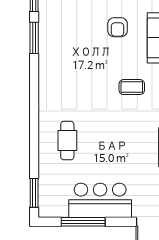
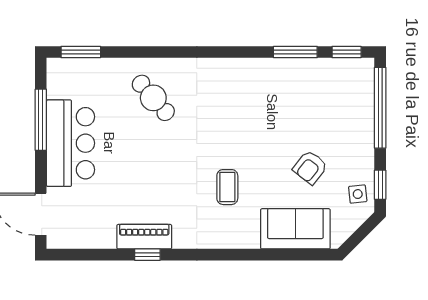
armchair: (118, 27) -> (310, 167), turned -52
cafe table: (67, 141) -> (153, 98), turned 49

